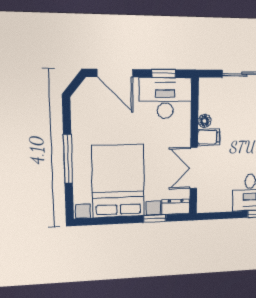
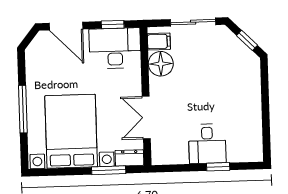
floor lamp: (205, 121) -> (161, 64), width x1.89, depth x1.89
filing cabinet: (209, 137) -> (159, 41), moved
window: (155, 219) -> (109, 170), width x1.50

